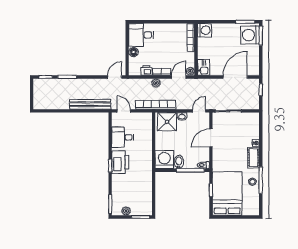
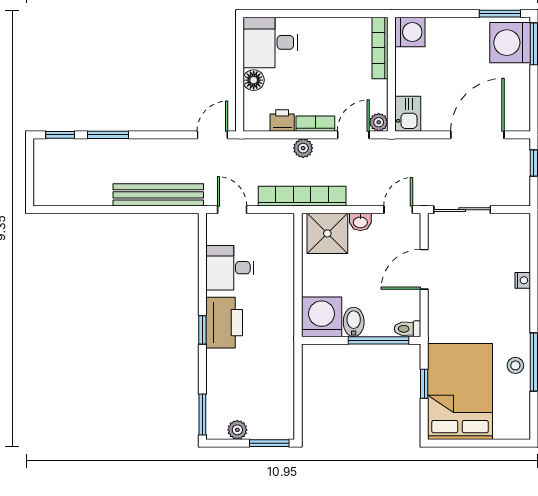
cot: (254, 158) -> (518, 313), removed

